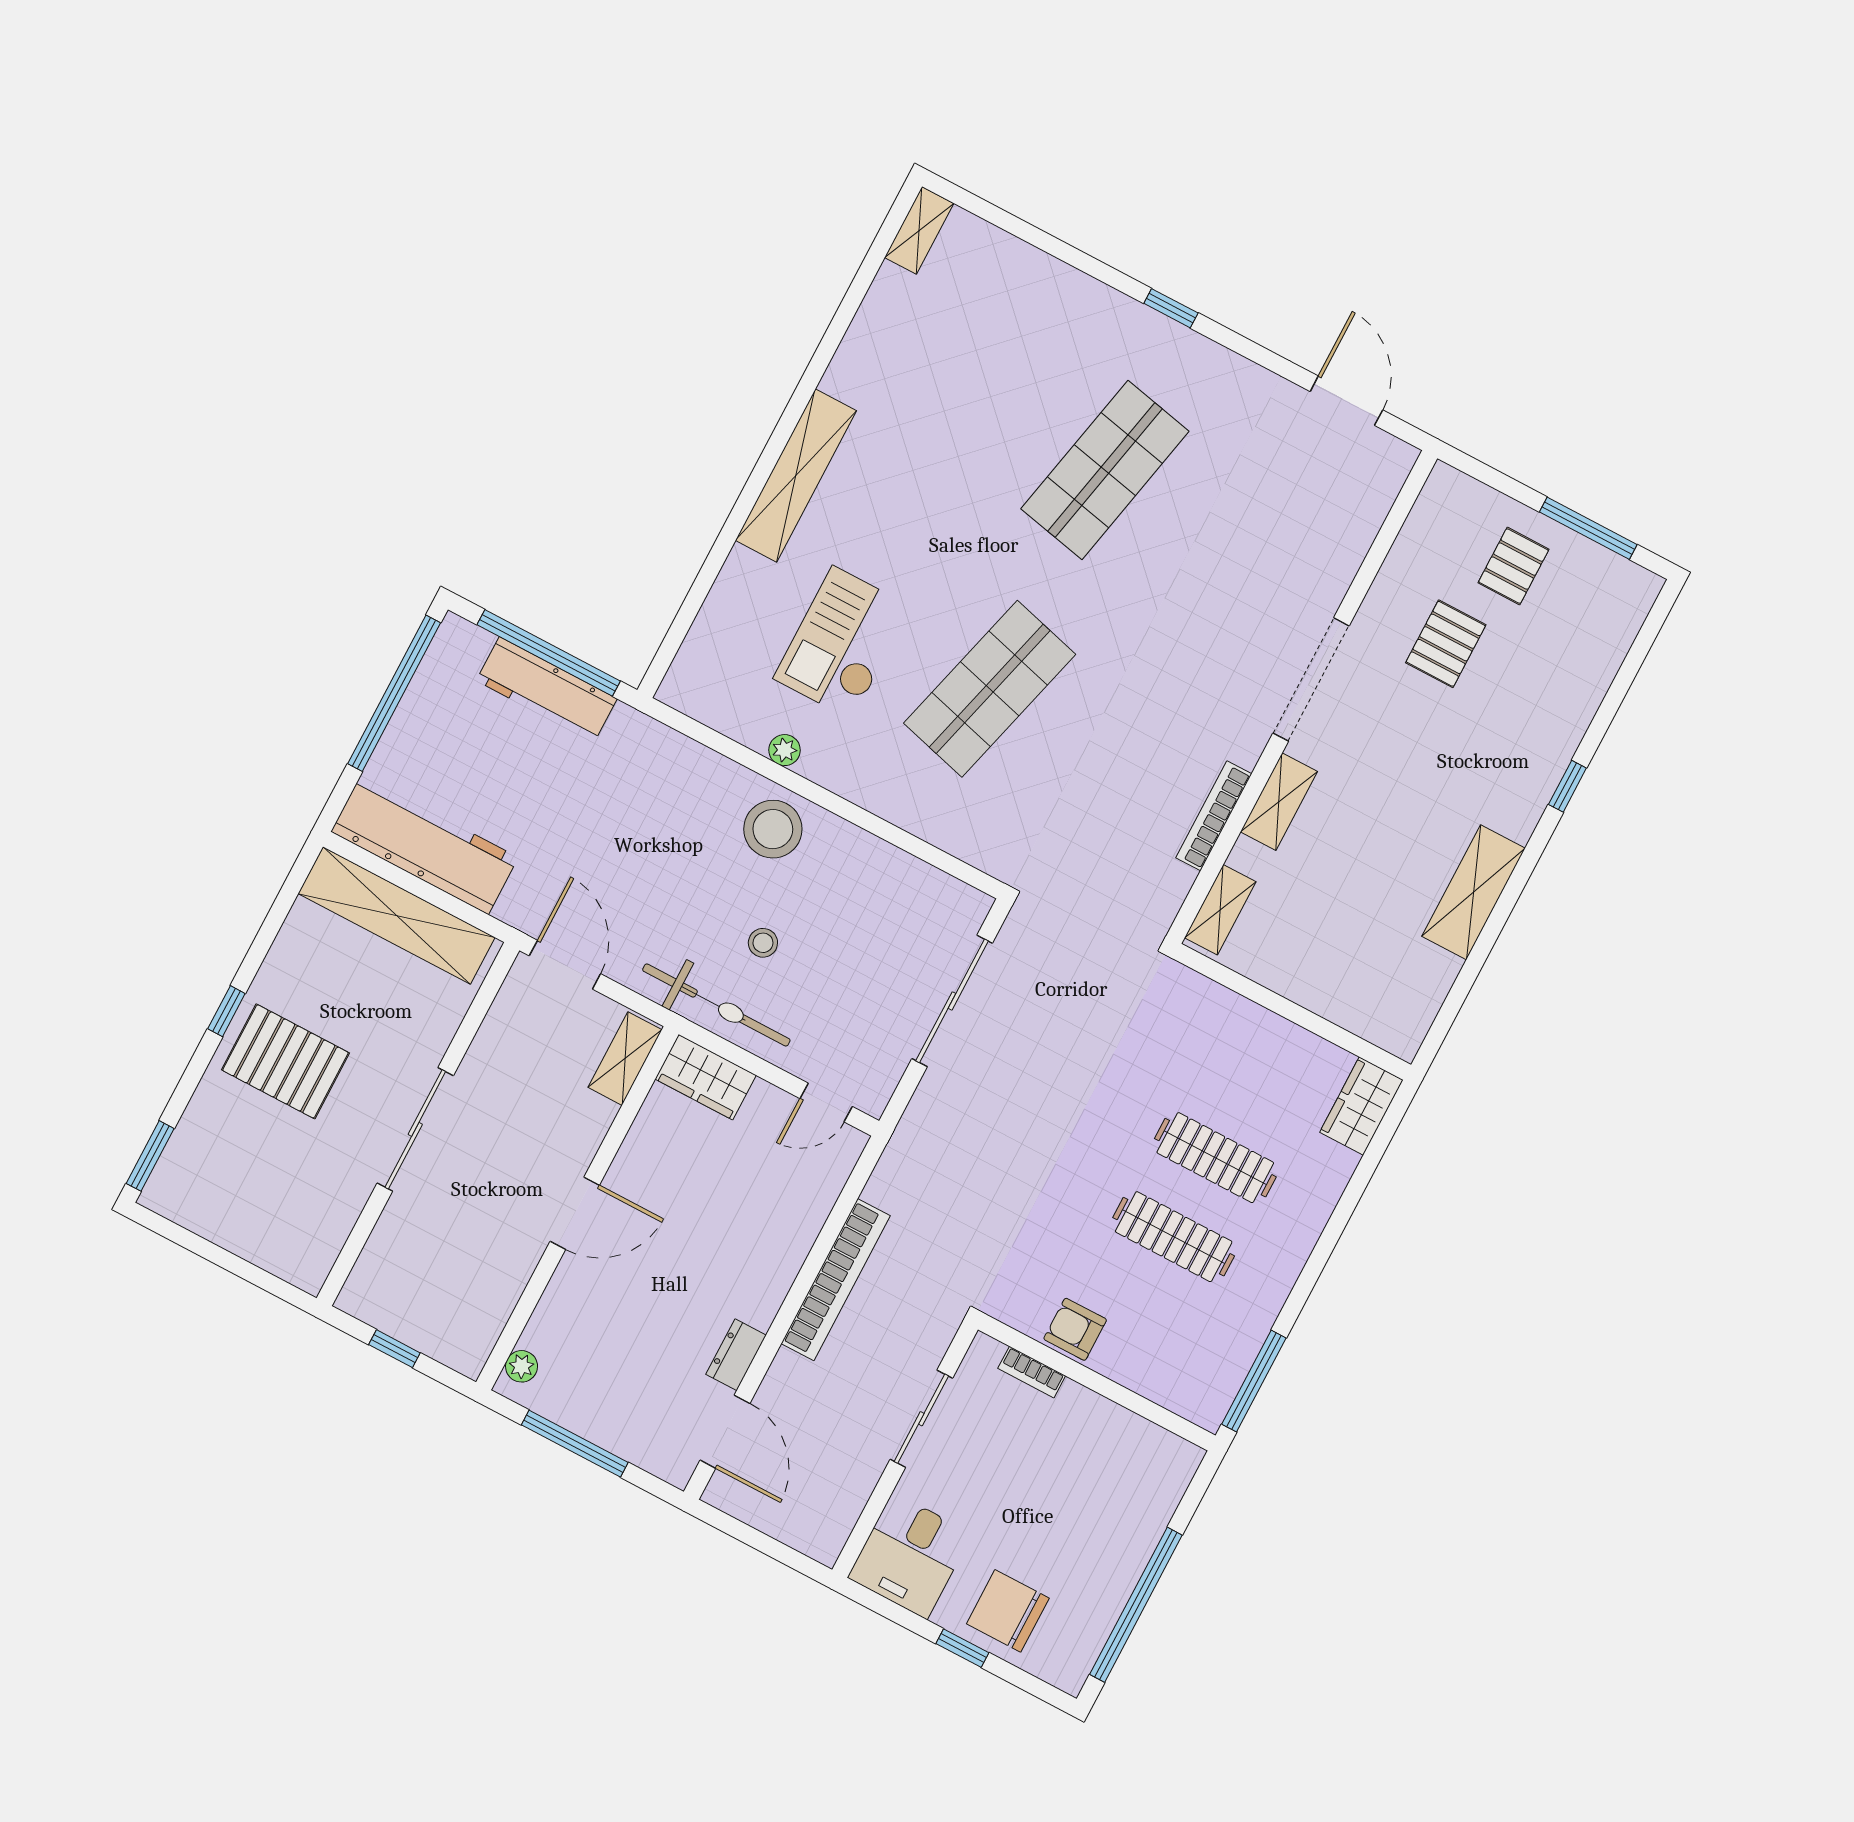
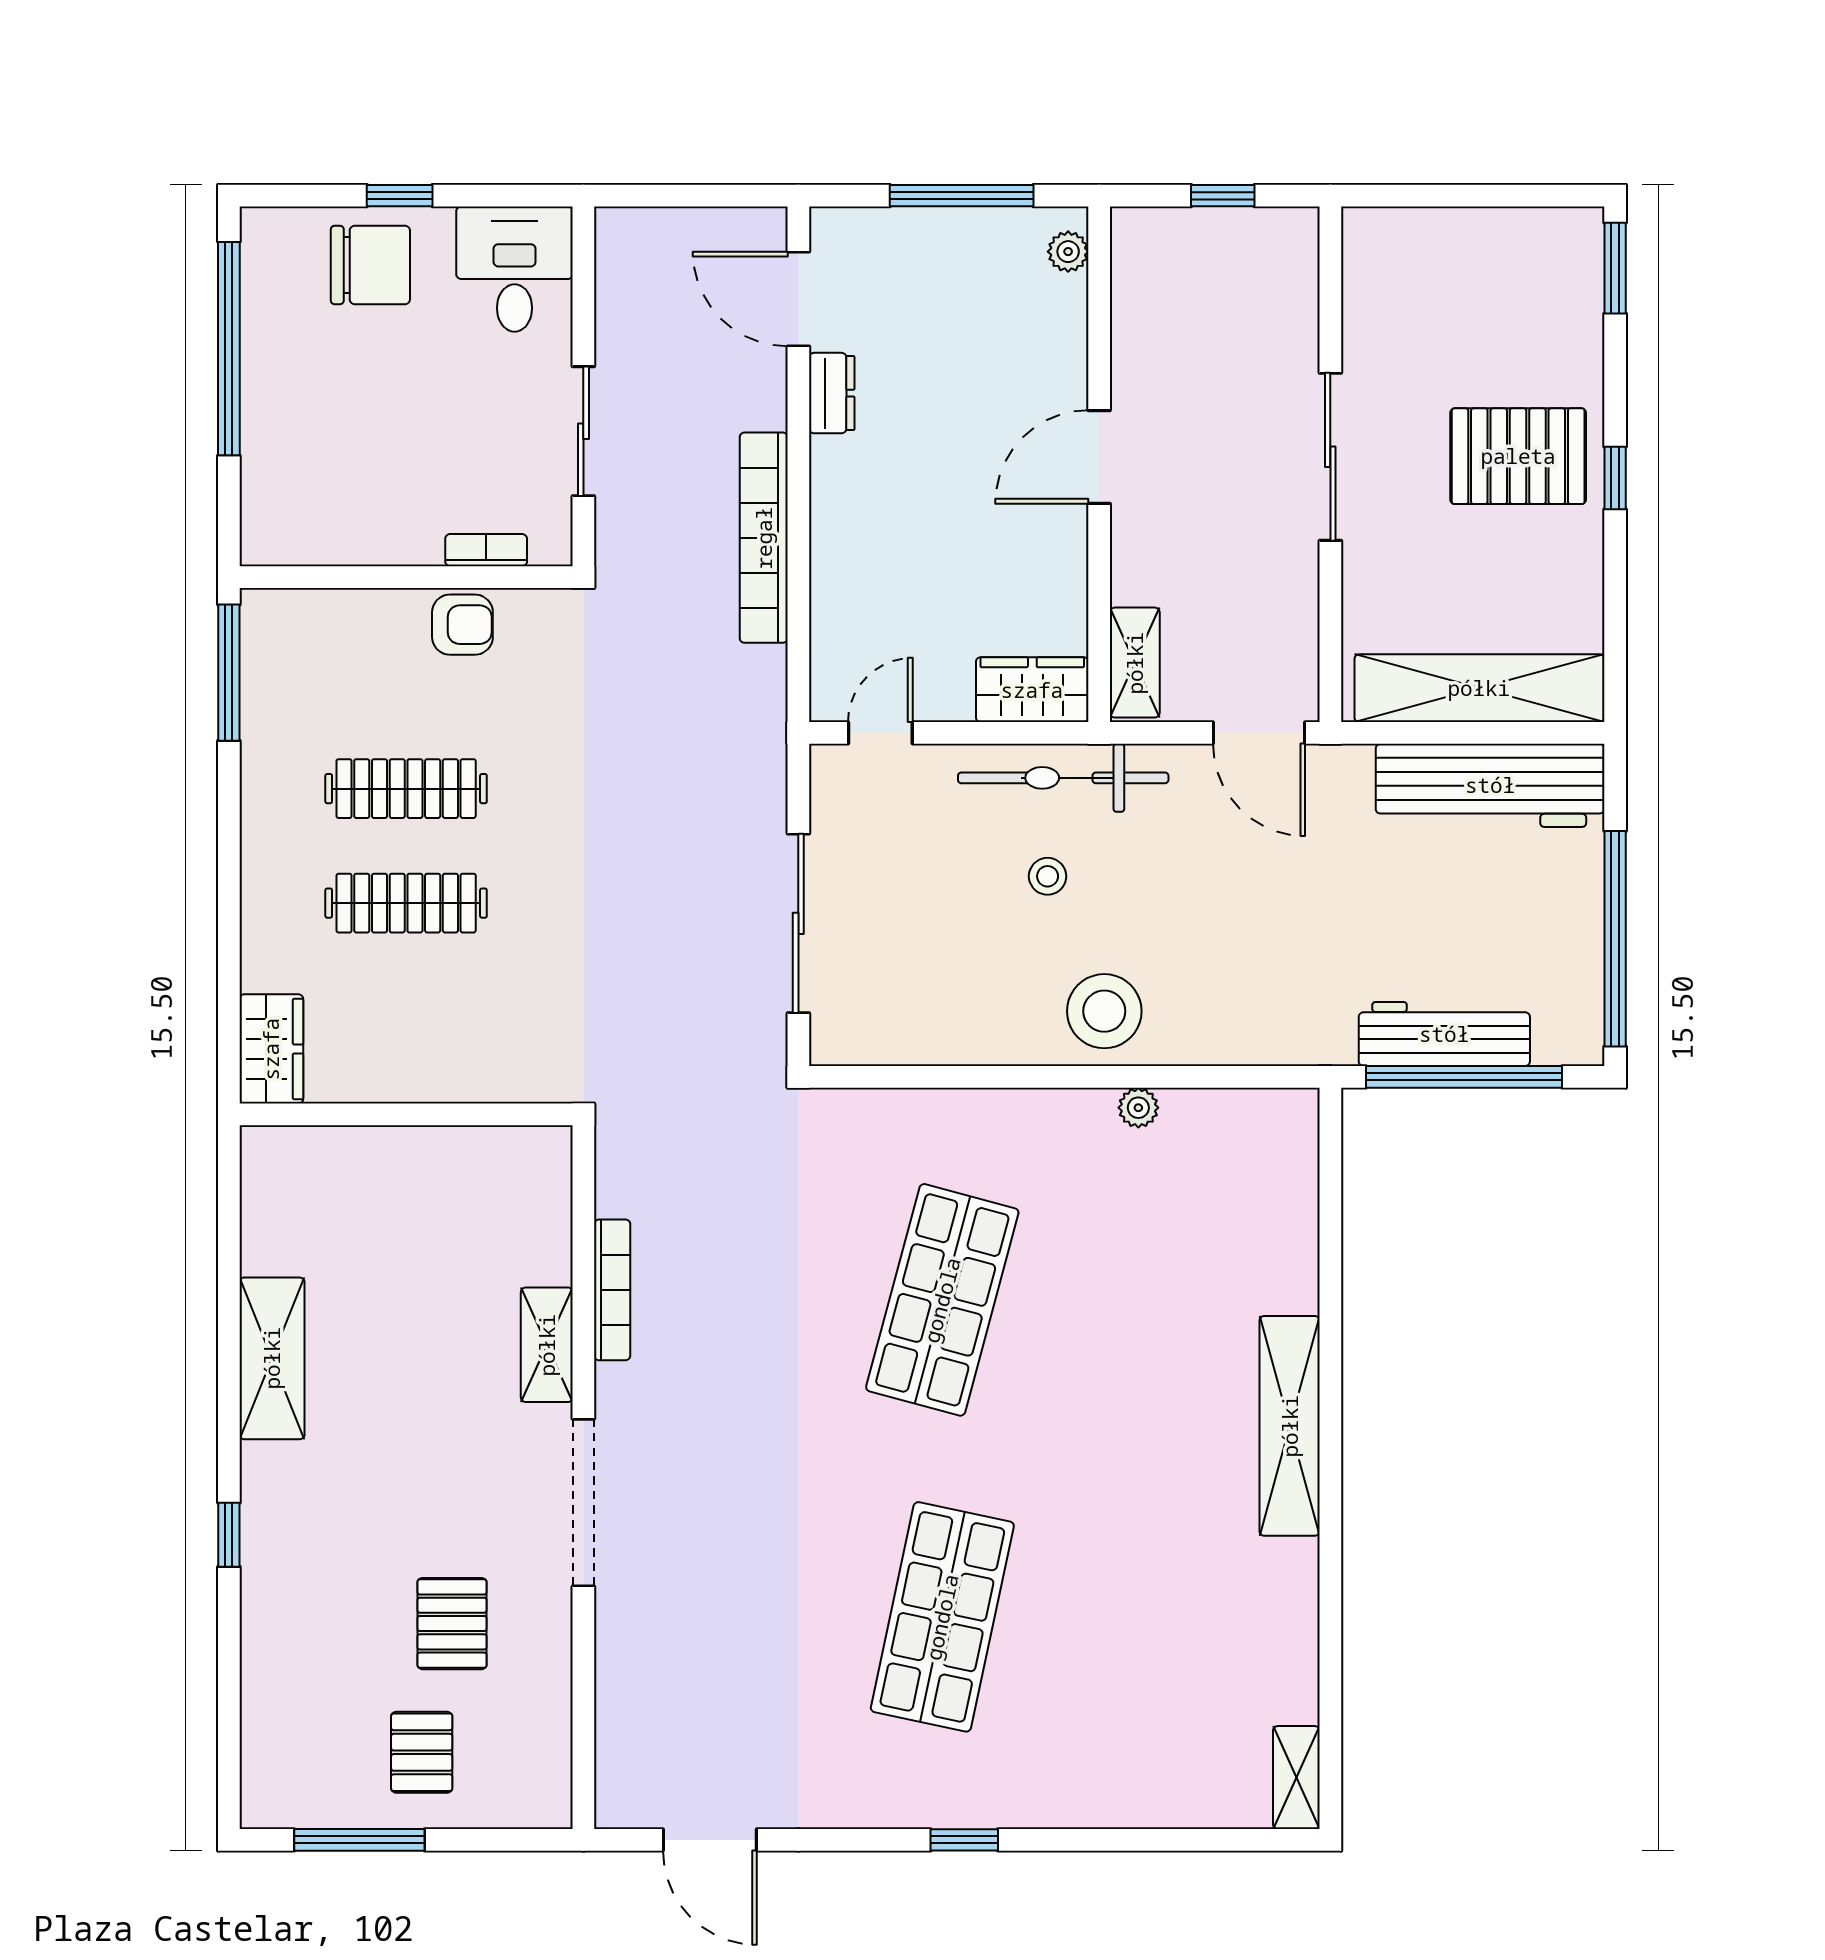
checkout: (842, 643) -> (1137, 1264), removed
shelving: (1220, 910) -> (549, 1187), removed

